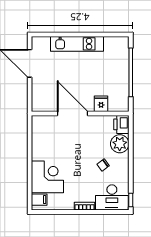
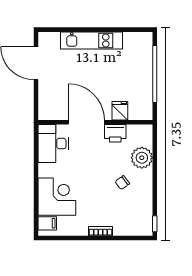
printer: (121, 124) -> (115, 133), moved, turned -90
desk: (112, 197) -> (53, 143), moved, turned 90

